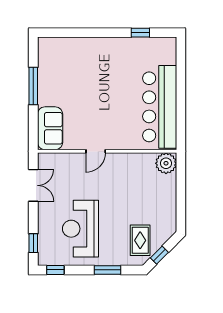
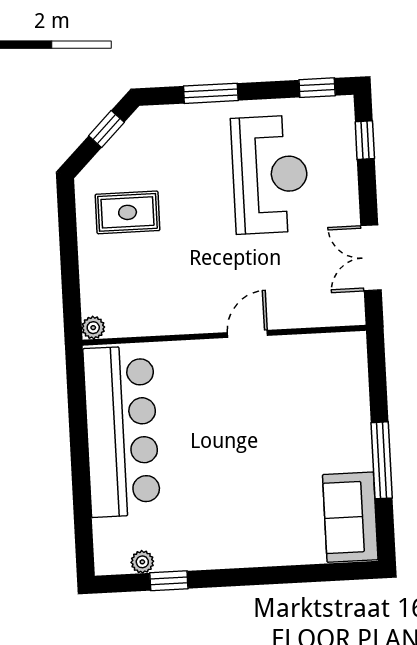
plant: (153, 43) -> (142, 562), added
sofa: (50, 128) -> (350, 517), moved
plant: (166, 163) -> (93, 328), width x0.53, depth x0.53
rug: (140, 240) -> (128, 212), moved, turned 90

